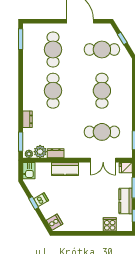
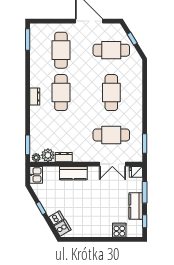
dresser: (27, 119) -> (35, 97), moved
dishwasher: (41, 200) -> (56, 218), moved

